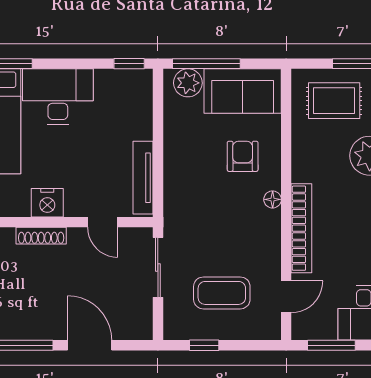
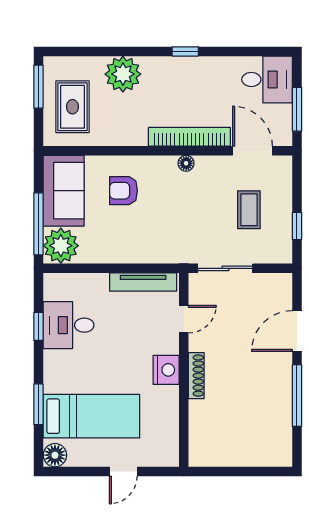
window: (129, 64) -> (38, 326), moved
plant: (188, 83) -> (61, 246), width x1.36, depth x1.36
desk: (58, 96) -> (68, 325), moved, width x0.73
floor lamp: (273, 199) -> (186, 163), moved
coffee table: (222, 293) -> (249, 210), width x0.73, depth x0.77
door: (286, 297) -> (252, 151), width x1.38

